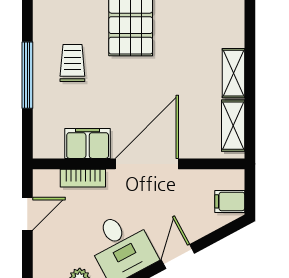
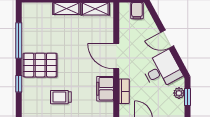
door: (147, 164) -> (116, 56), width x0.73

